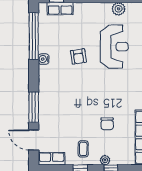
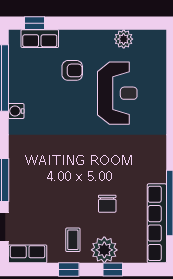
armchair: (78, 56) -> (72, 70), moved, turned -82
plant: (105, 160) -> (104, 250), width x1.88, depth x1.88

